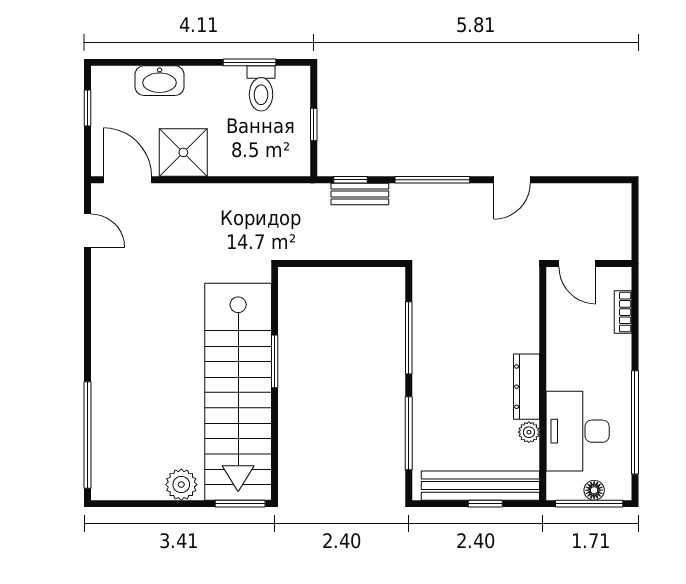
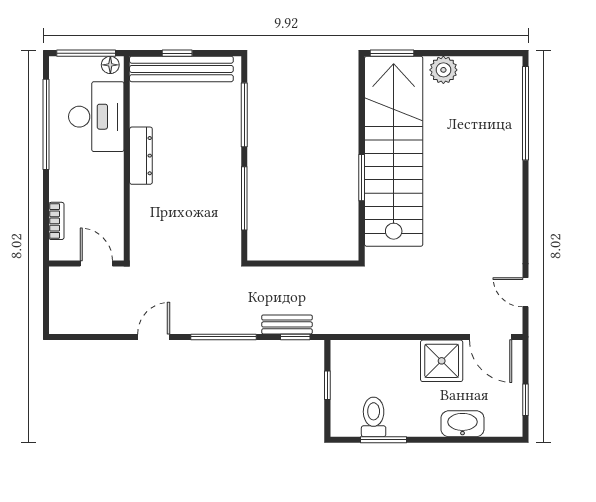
plant: (529, 432) -> (139, 116), removed
floor lamp: (594, 490) -> (110, 65), moved

